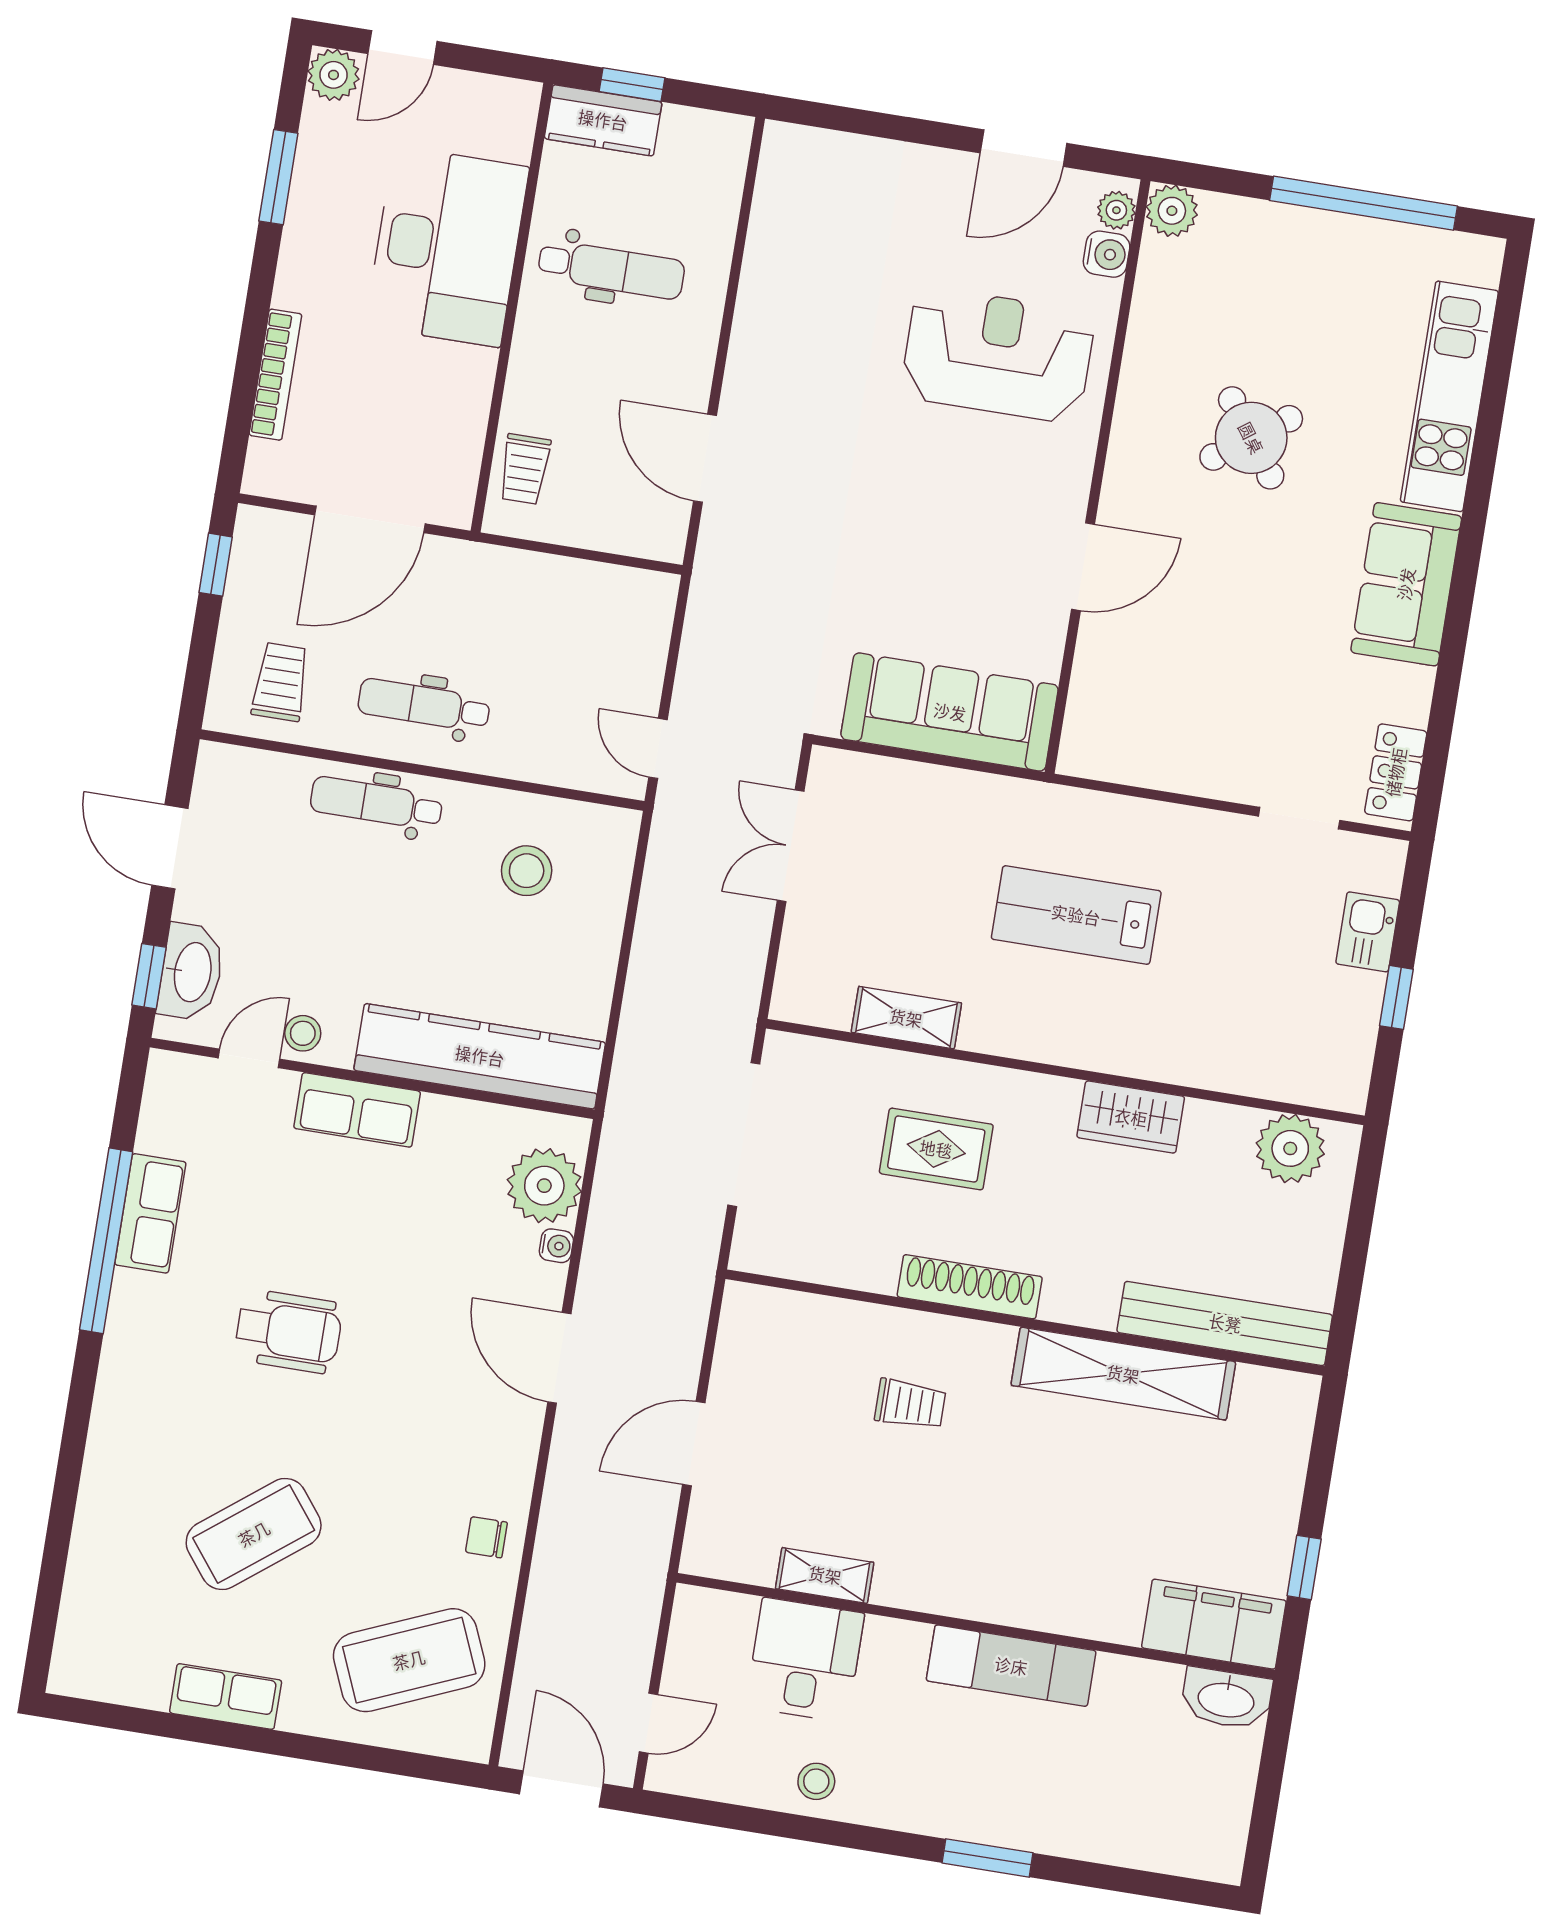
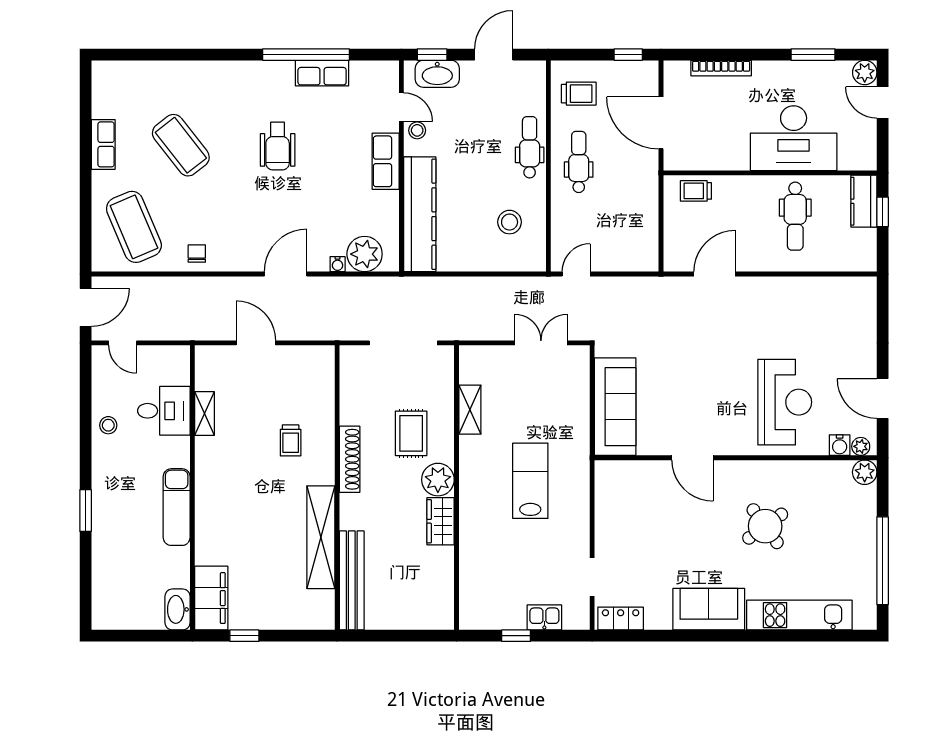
plant: (1290, 1148) -> (438, 480), moved

